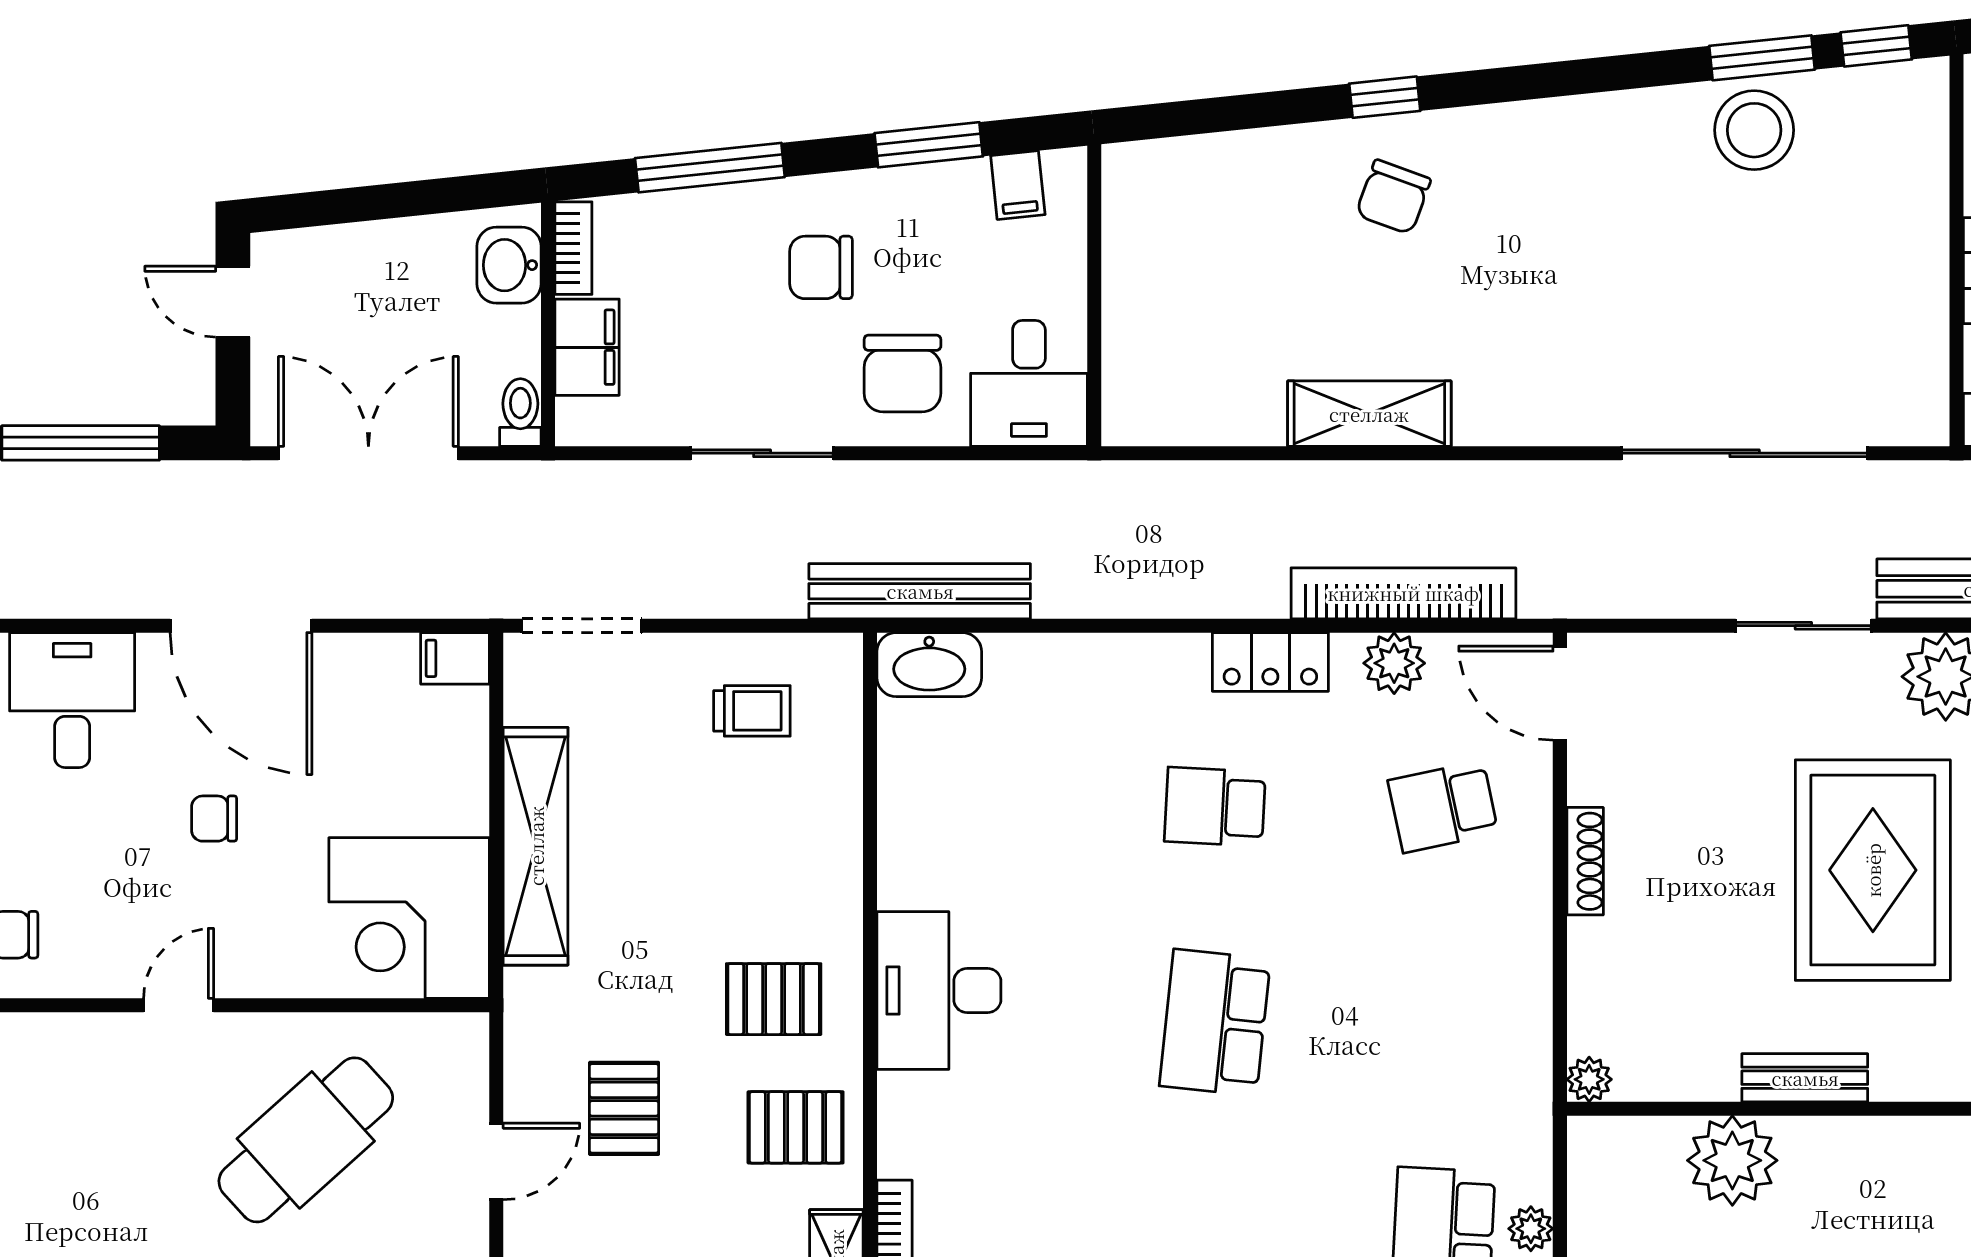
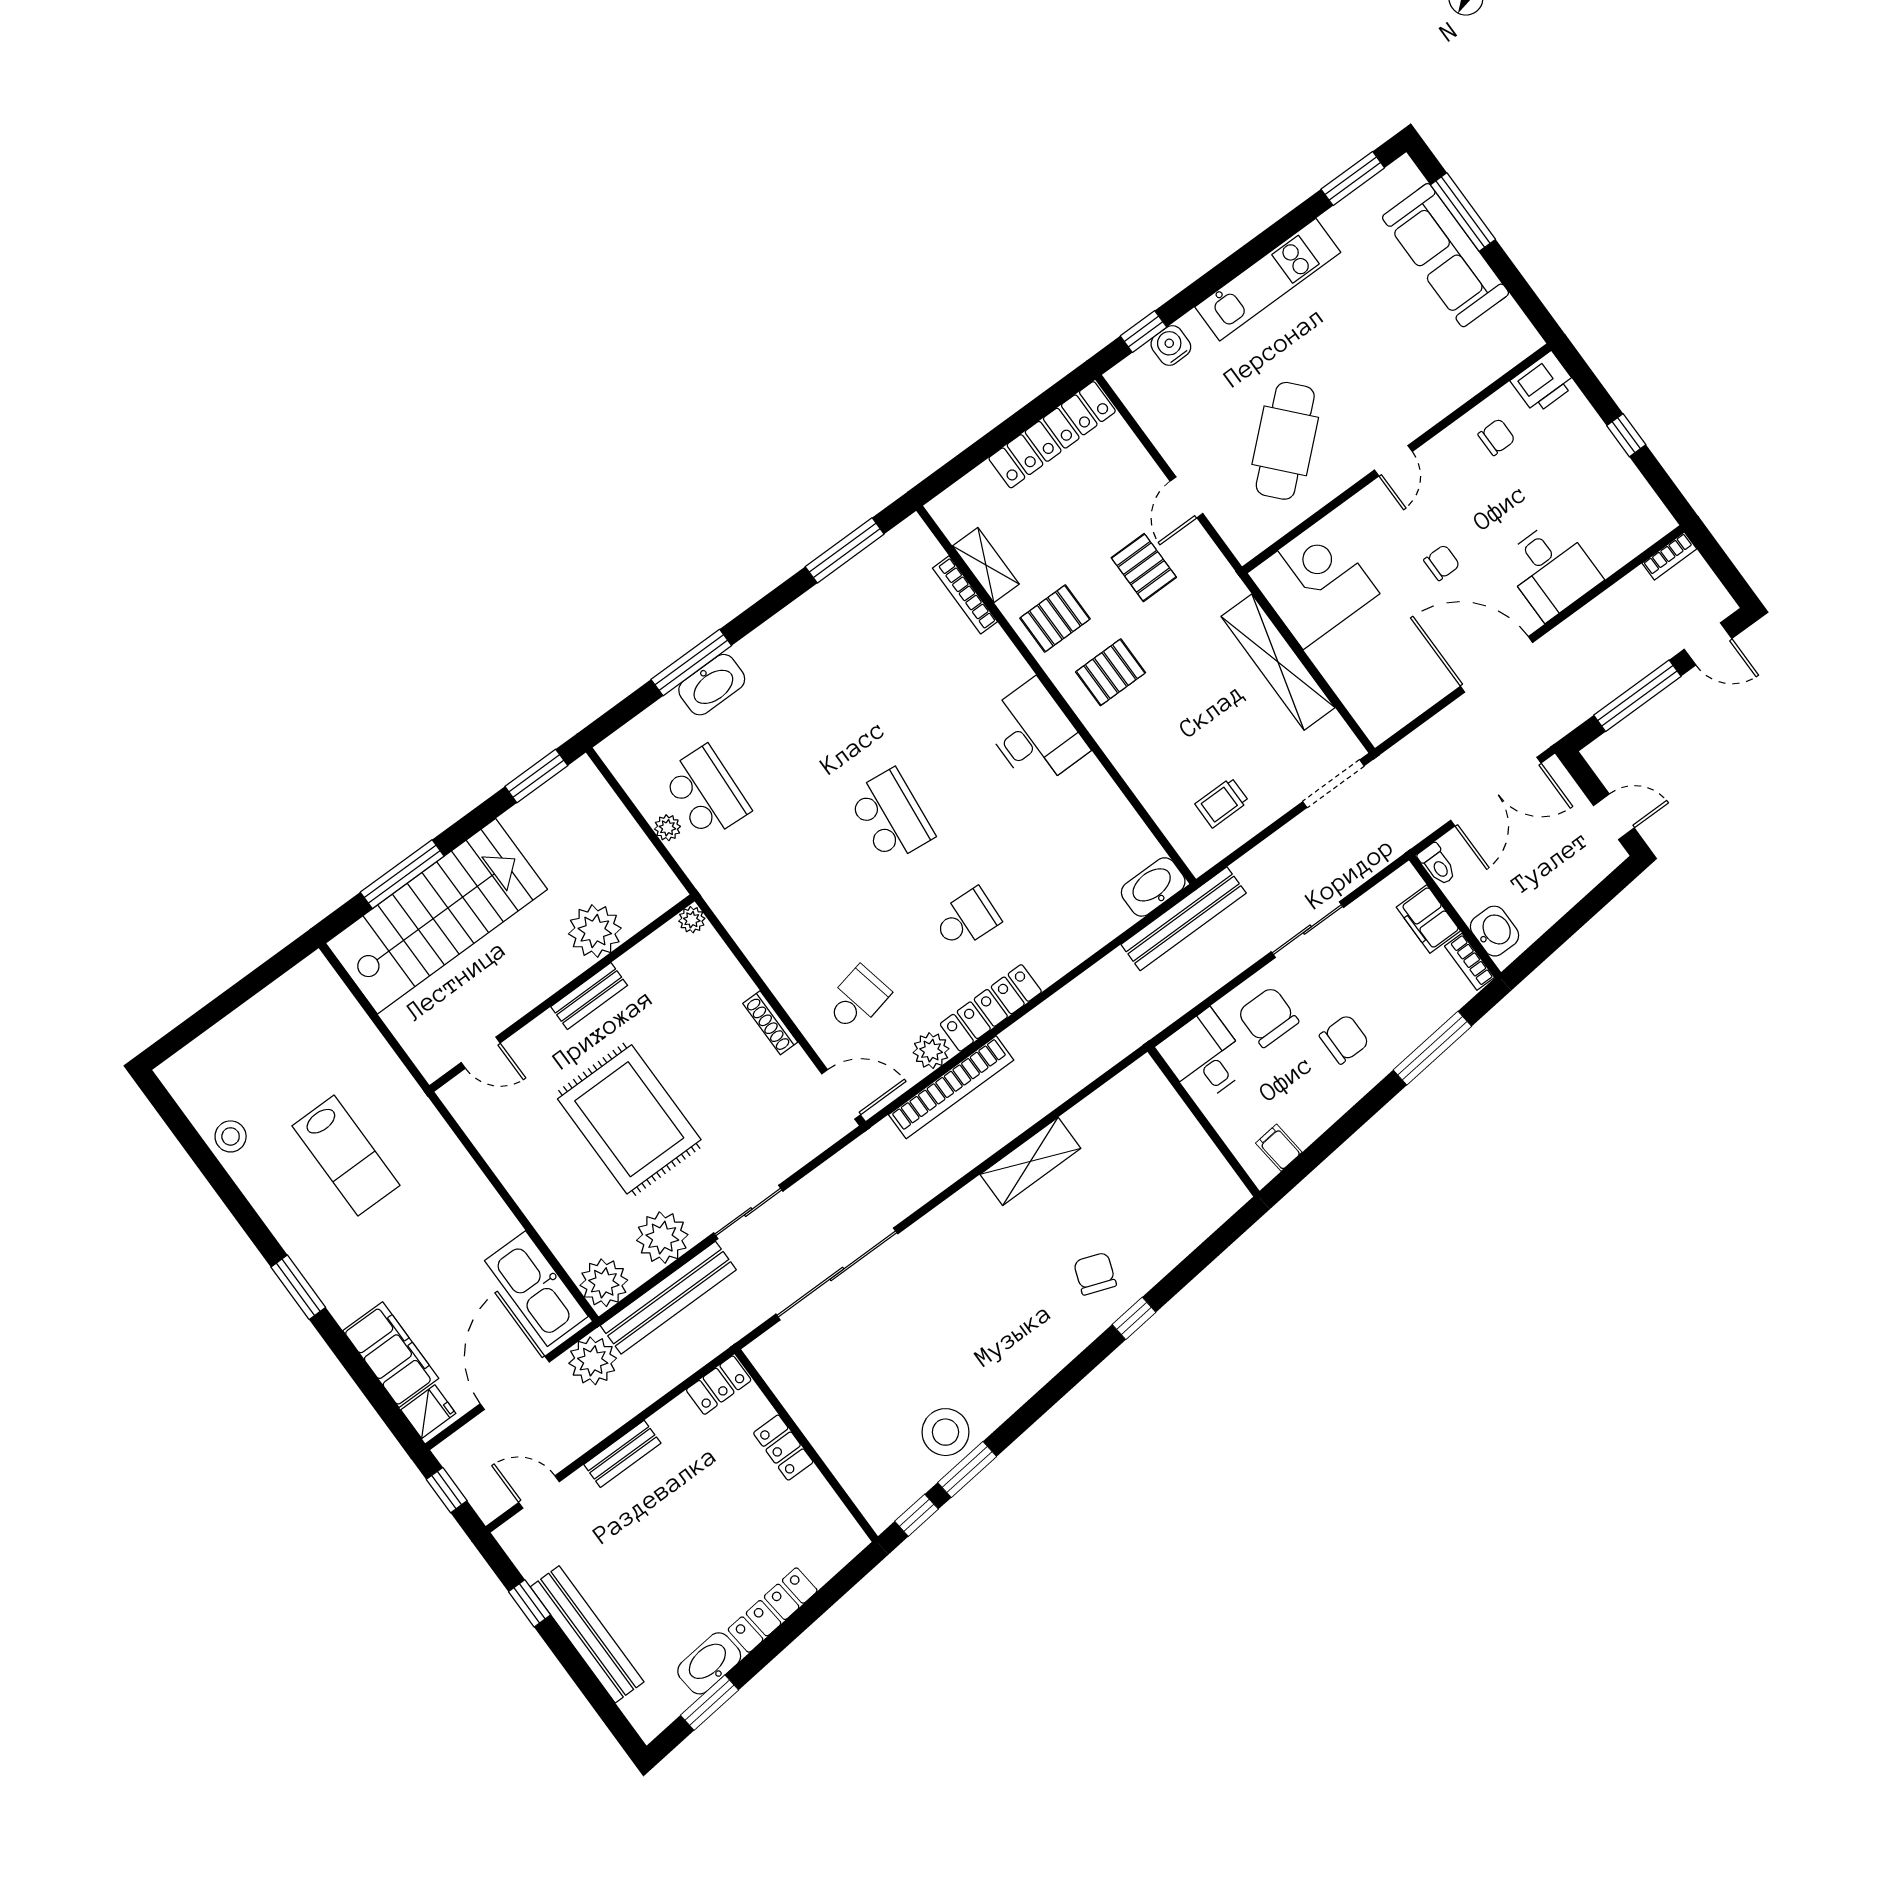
window: (929, 145) -> (1336, 1136), removed
filing cabinet: (455, 658) -> (1382, 724), removed
locker: (1270, 662) -> (991, 1008), width x1.53

